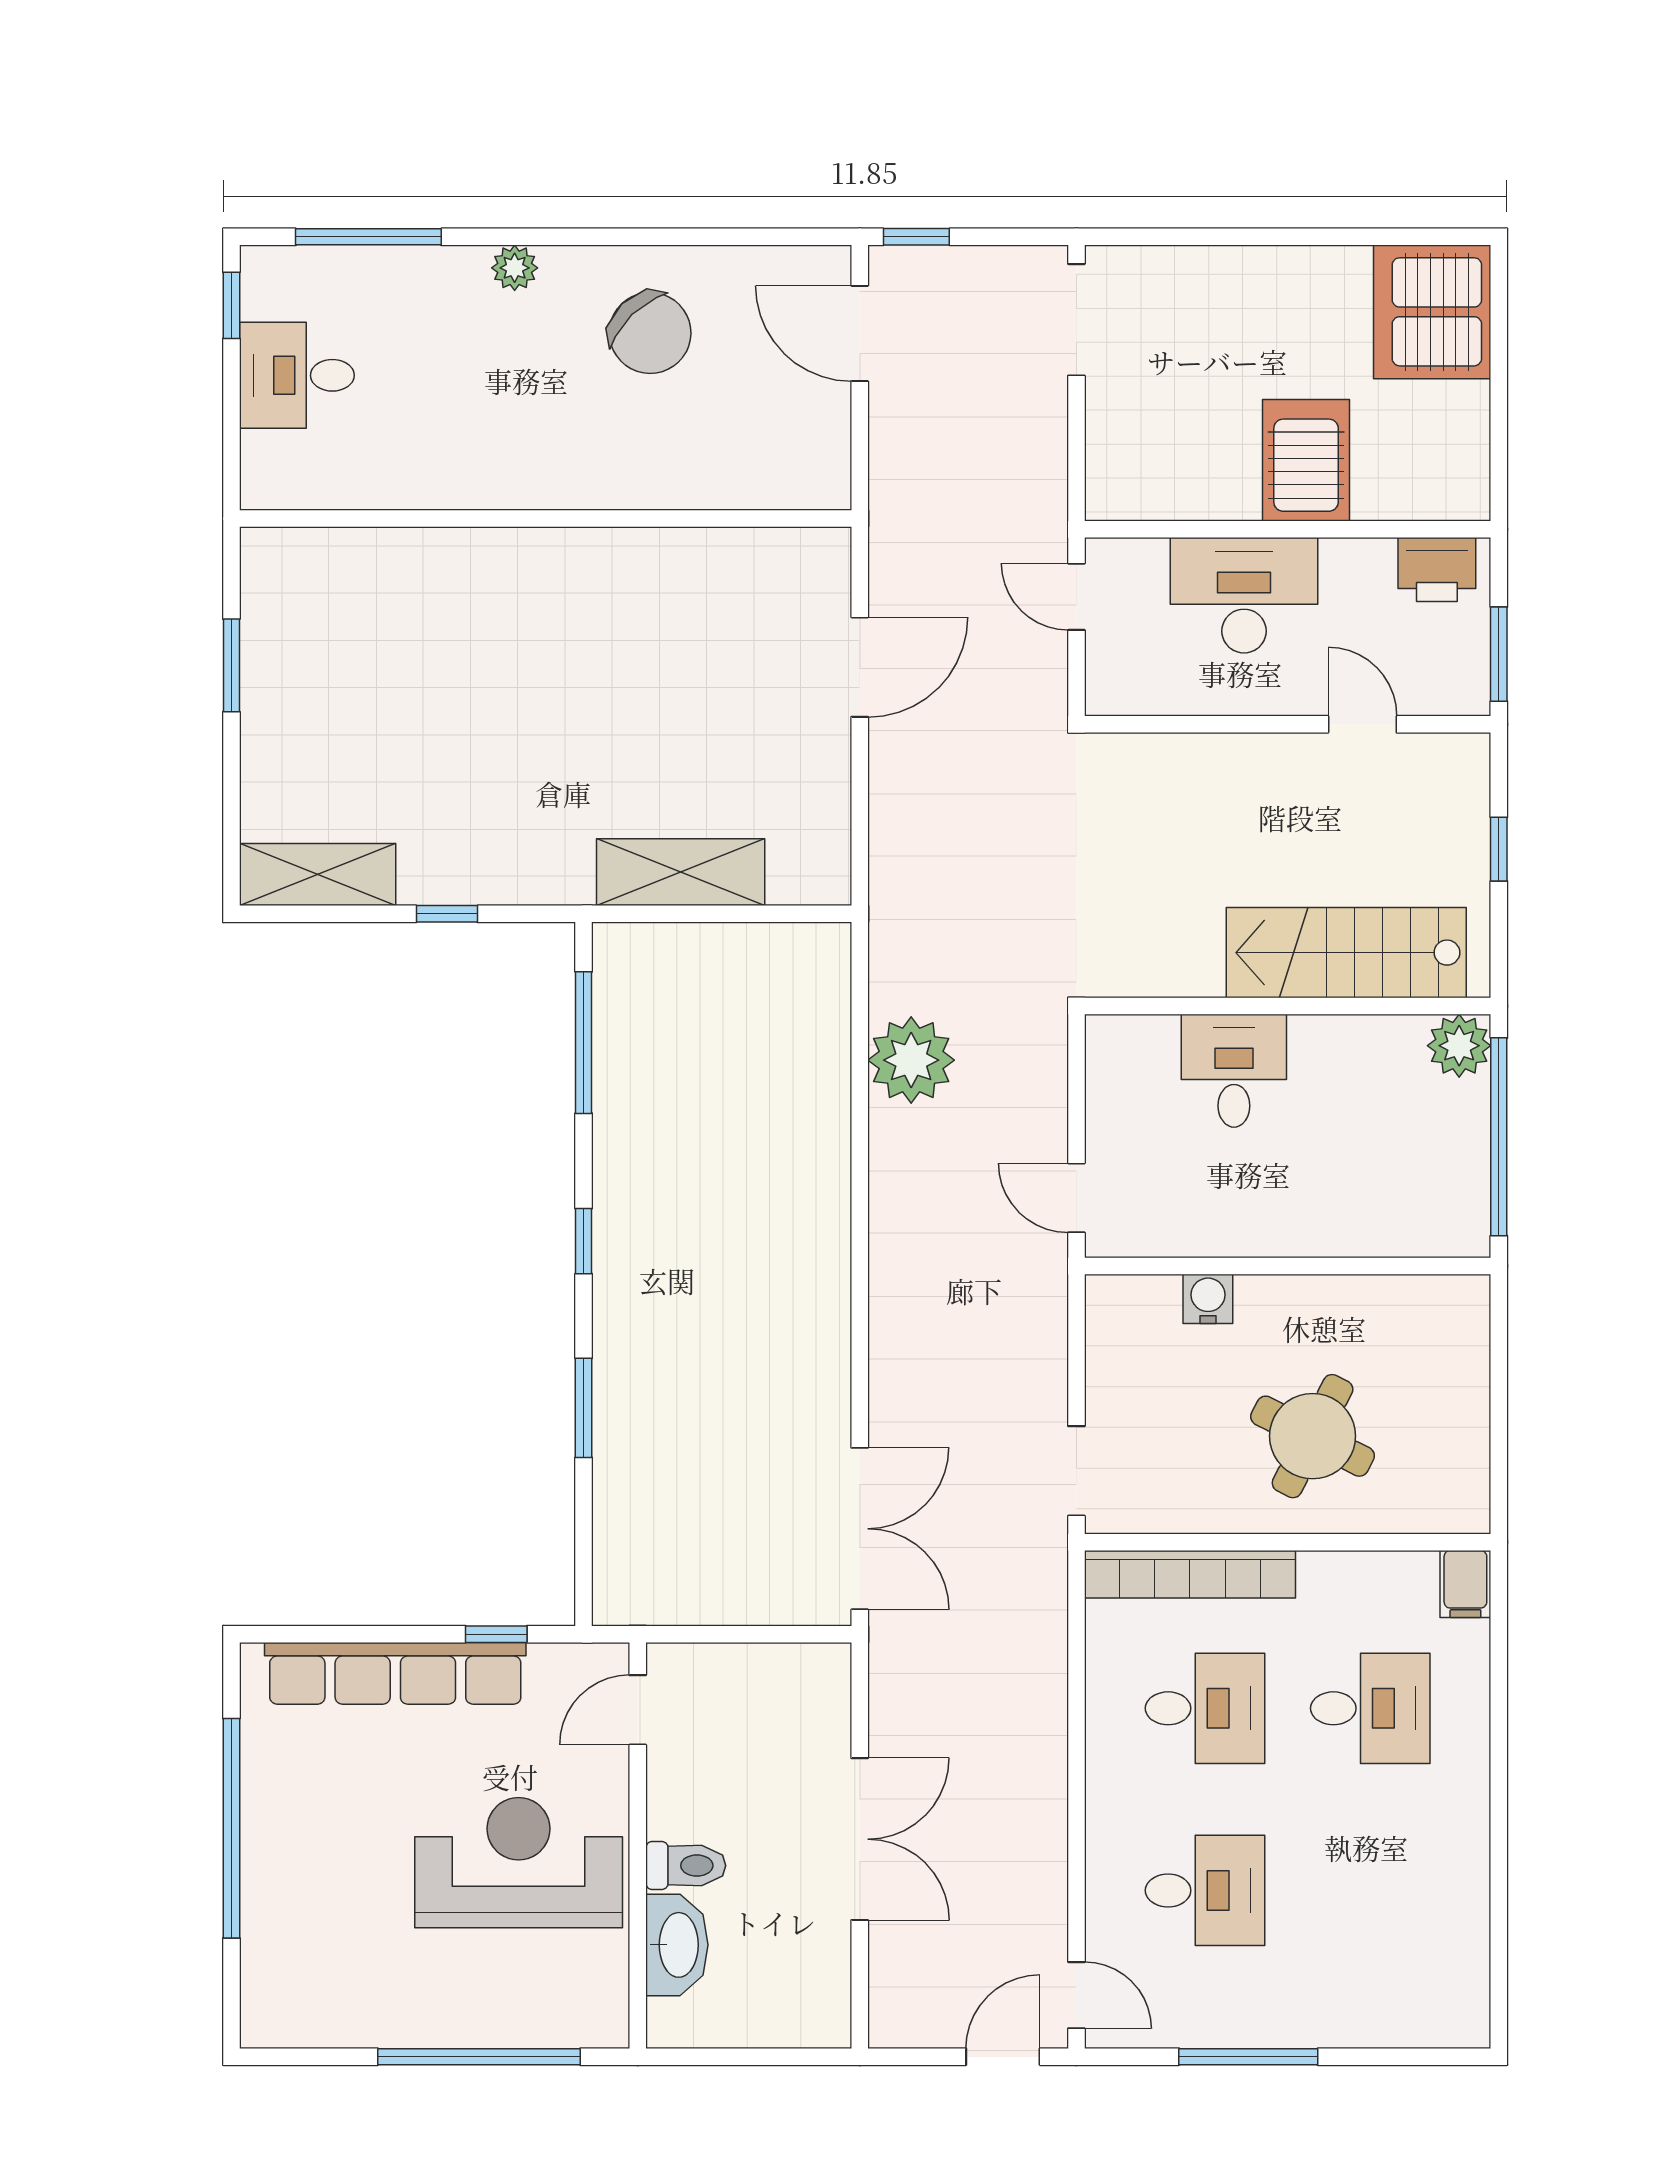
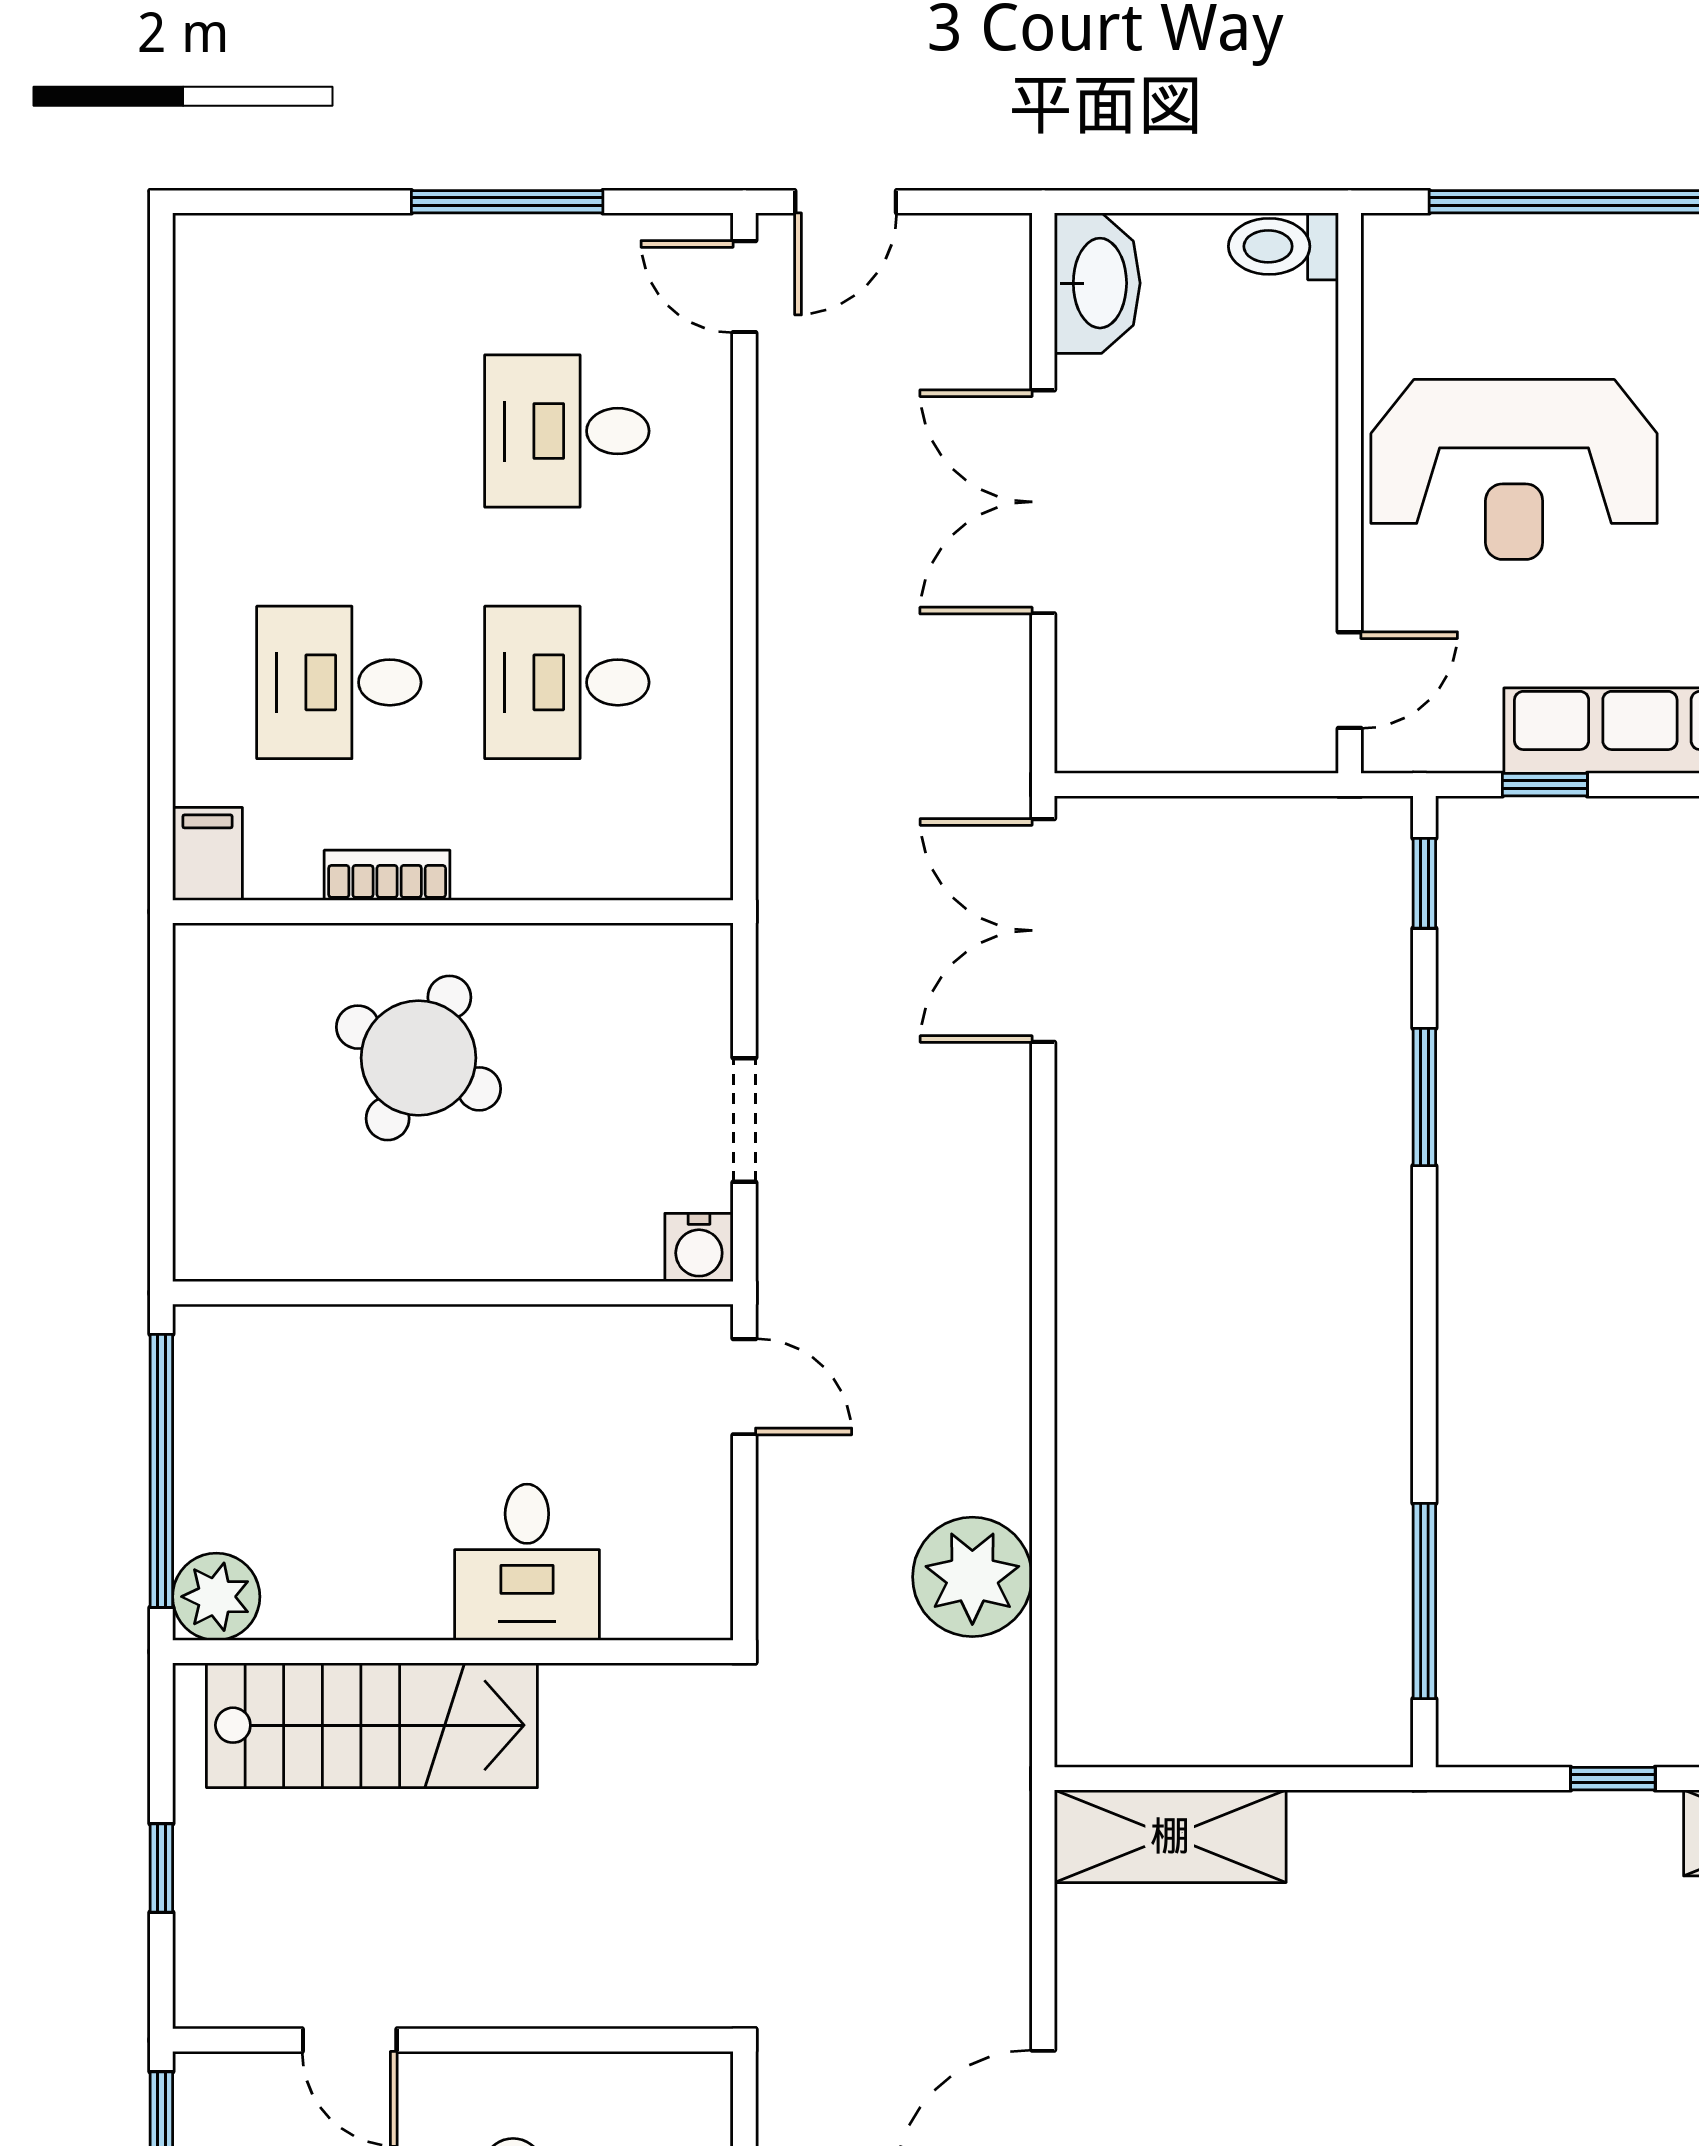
shelving: (681, 872) -> (1170, 1836), moved
window: (584, 1241) -> (1424, 883), moved
water cooler: (1208, 1299) -> (699, 1247), moved
doorway: (1076, 1471) -> (744, 1120), moved
bookcase: (1190, 1574) -> (387, 875), moved, width x0.43, depth x0.76
toilet: (686, 1866) -> (1283, 246), moved
washbasin: (677, 1945) -> (1097, 283), moved, turned 180

